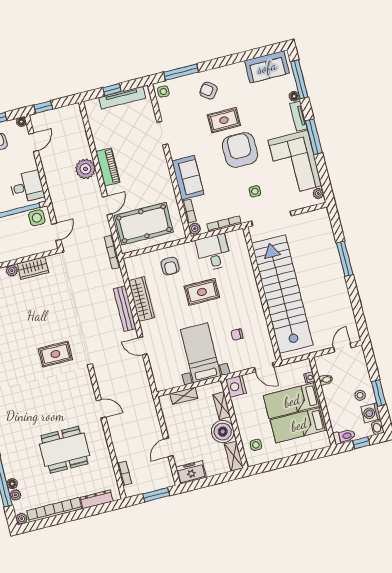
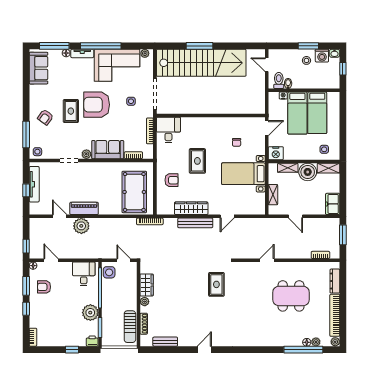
window: (314, 137) -> (101, 46), width x1.46
door: (107, 205) -> (60, 216), moved
plant: (195, 229) -> (86, 154), moved
desk: (213, 252) -> (168, 130), moved, turned 90
stairs: (282, 294) -> (201, 63), moved, turned 180
toilet: (344, 436) -> (279, 81), moved
door: (168, 447) -> (296, 216), moved
dining table: (64, 450) -> (291, 296), turned 90

